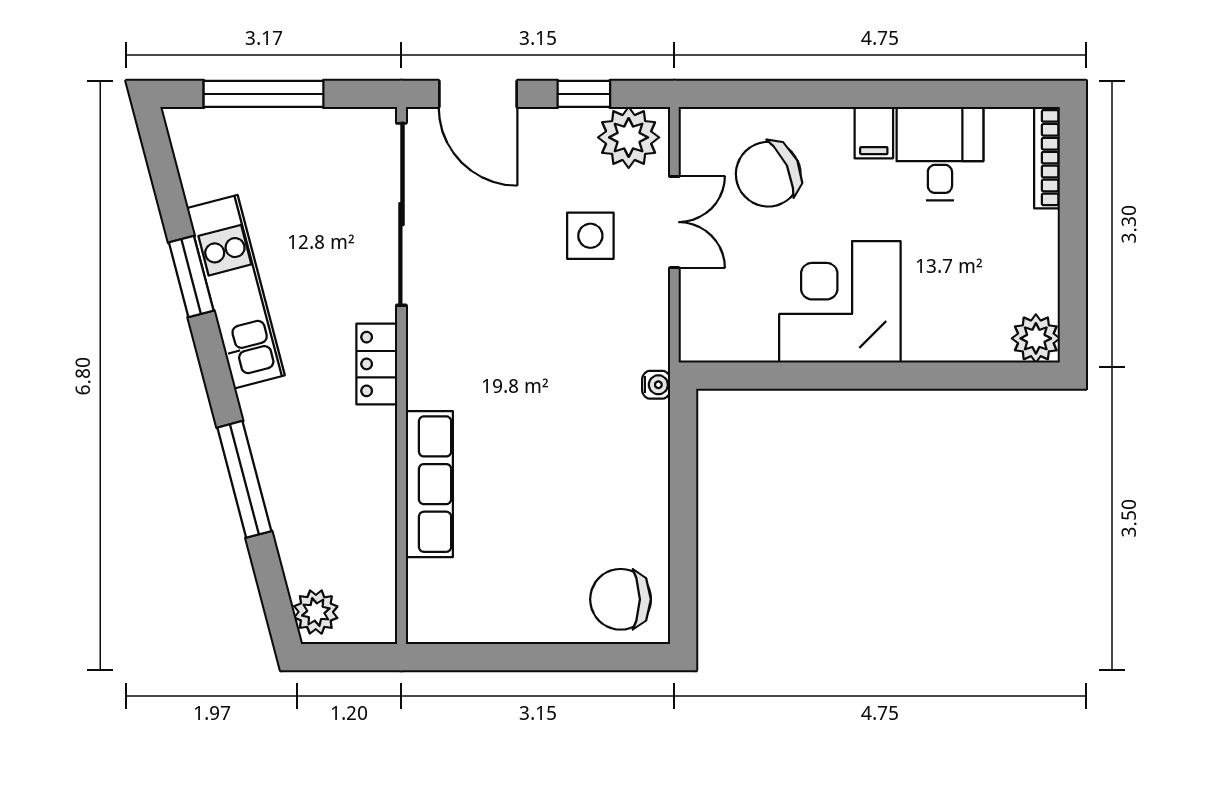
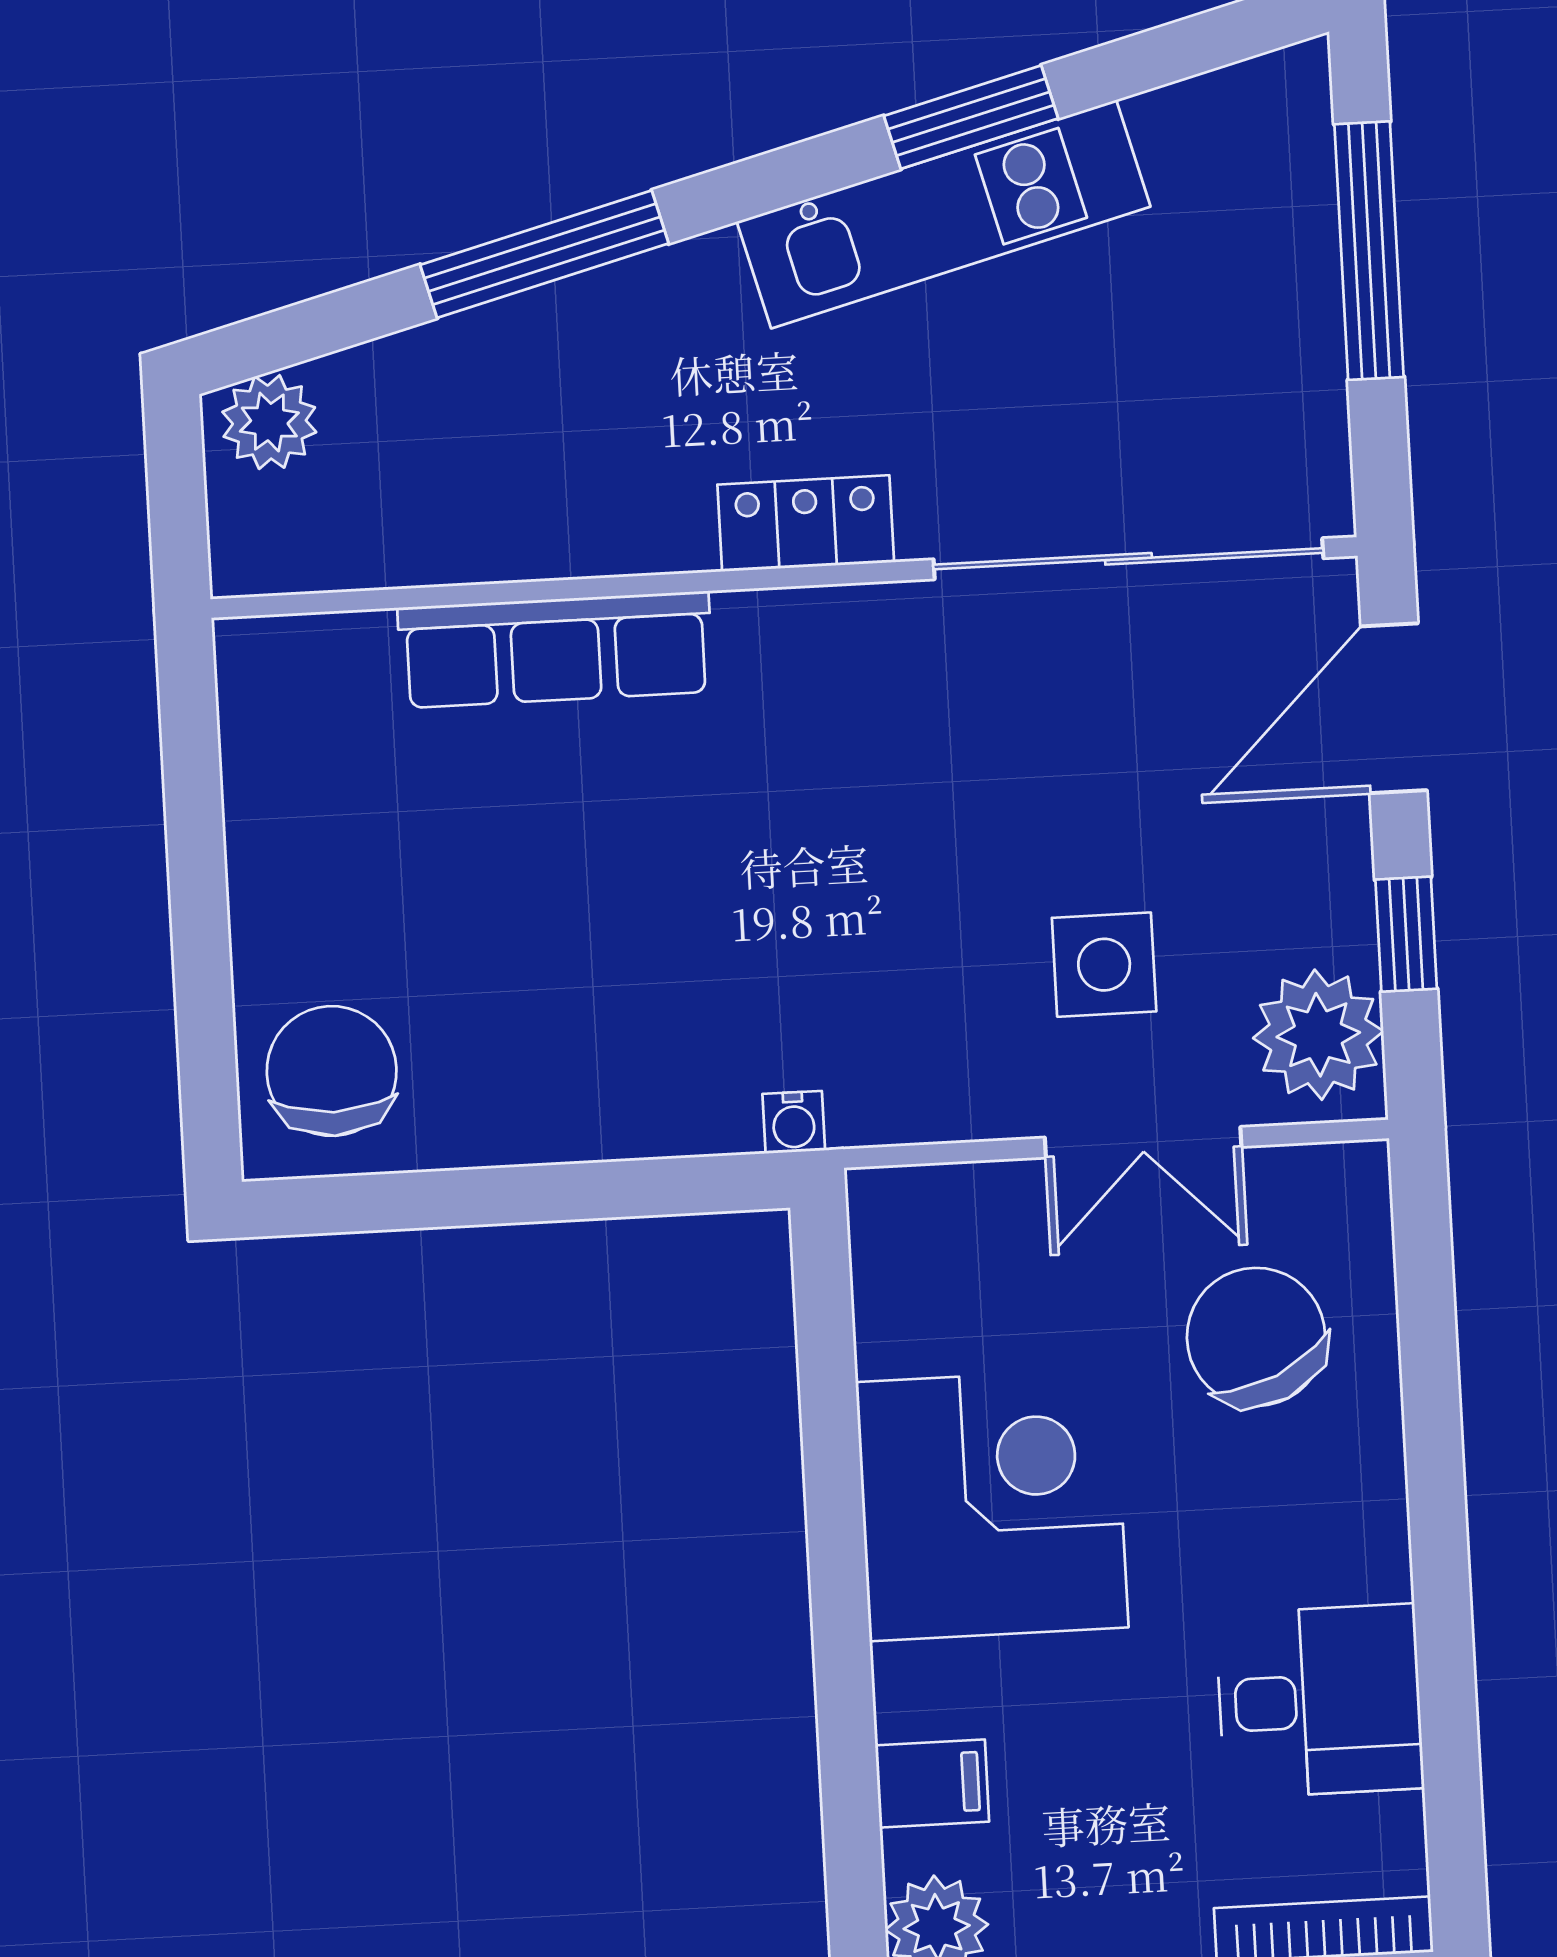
filing cabinet: (874, 133) -> (932, 1783), moved, turned 180

